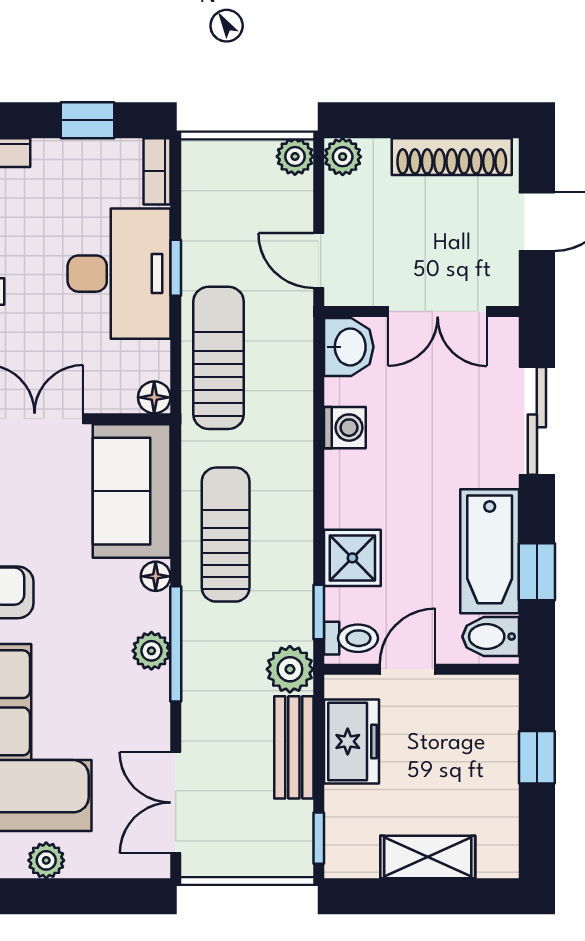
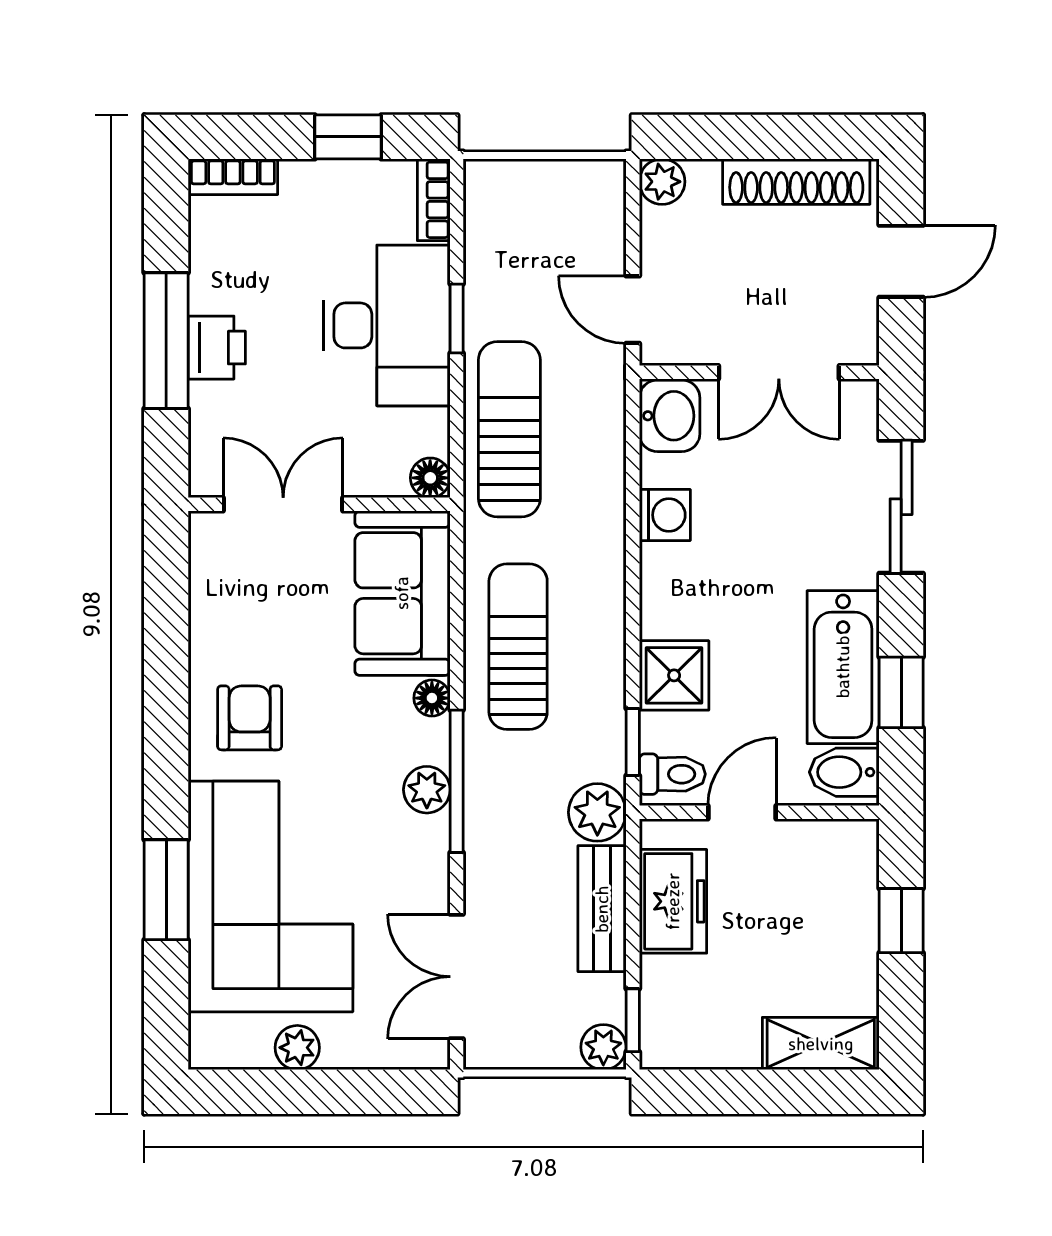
plant: (295, 157) -> (603, 1047), moved
shelving: (428, 857) -> (821, 1044), moved

